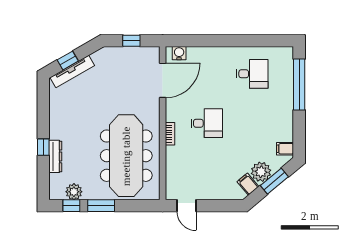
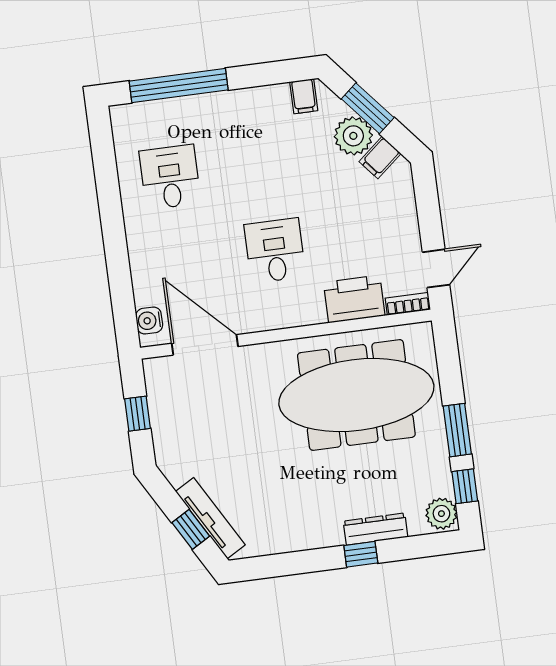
bookcase: (170, 134) -> (408, 304), moved
printer: (176, 161) -> (354, 299), added
plant: (74, 192) -> (441, 514), moved

